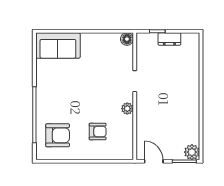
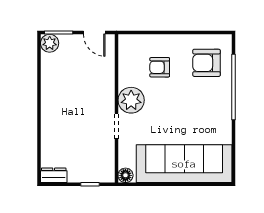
dresser: (169, 39) -> (54, 175), moved
sofa: (58, 45) -> (184, 164), width x1.85, depth x1.27
plant: (127, 109) -> (131, 100), width x1.87, depth x1.87

